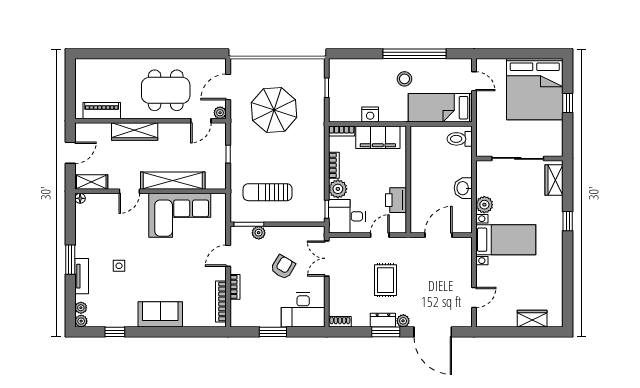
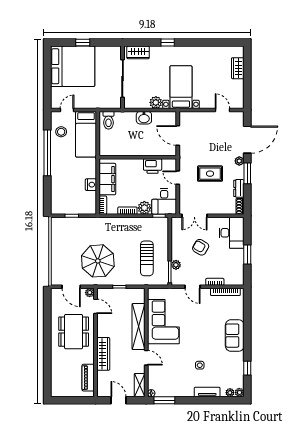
stool: (404, 79) -> (61, 132), moved
parasol: (274, 110) -> (98, 261), moved
window: (70, 260) -> (164, 400), moved
dresser: (383, 320) -> (239, 188), moved

